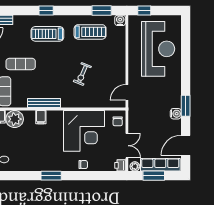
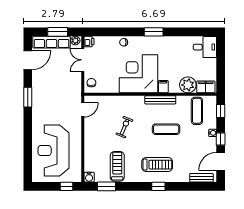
treadmill: (90, 32) -> (117, 166), turned 90
exercise mat: (21, 64) -> (166, 129), moved
water cooler: (176, 114) -> (37, 90), removed
corner desk: (84, 131) -> (139, 74), moved

